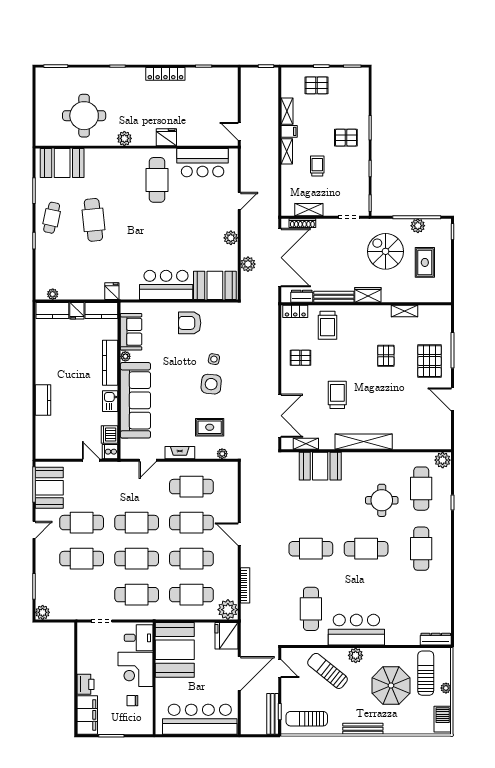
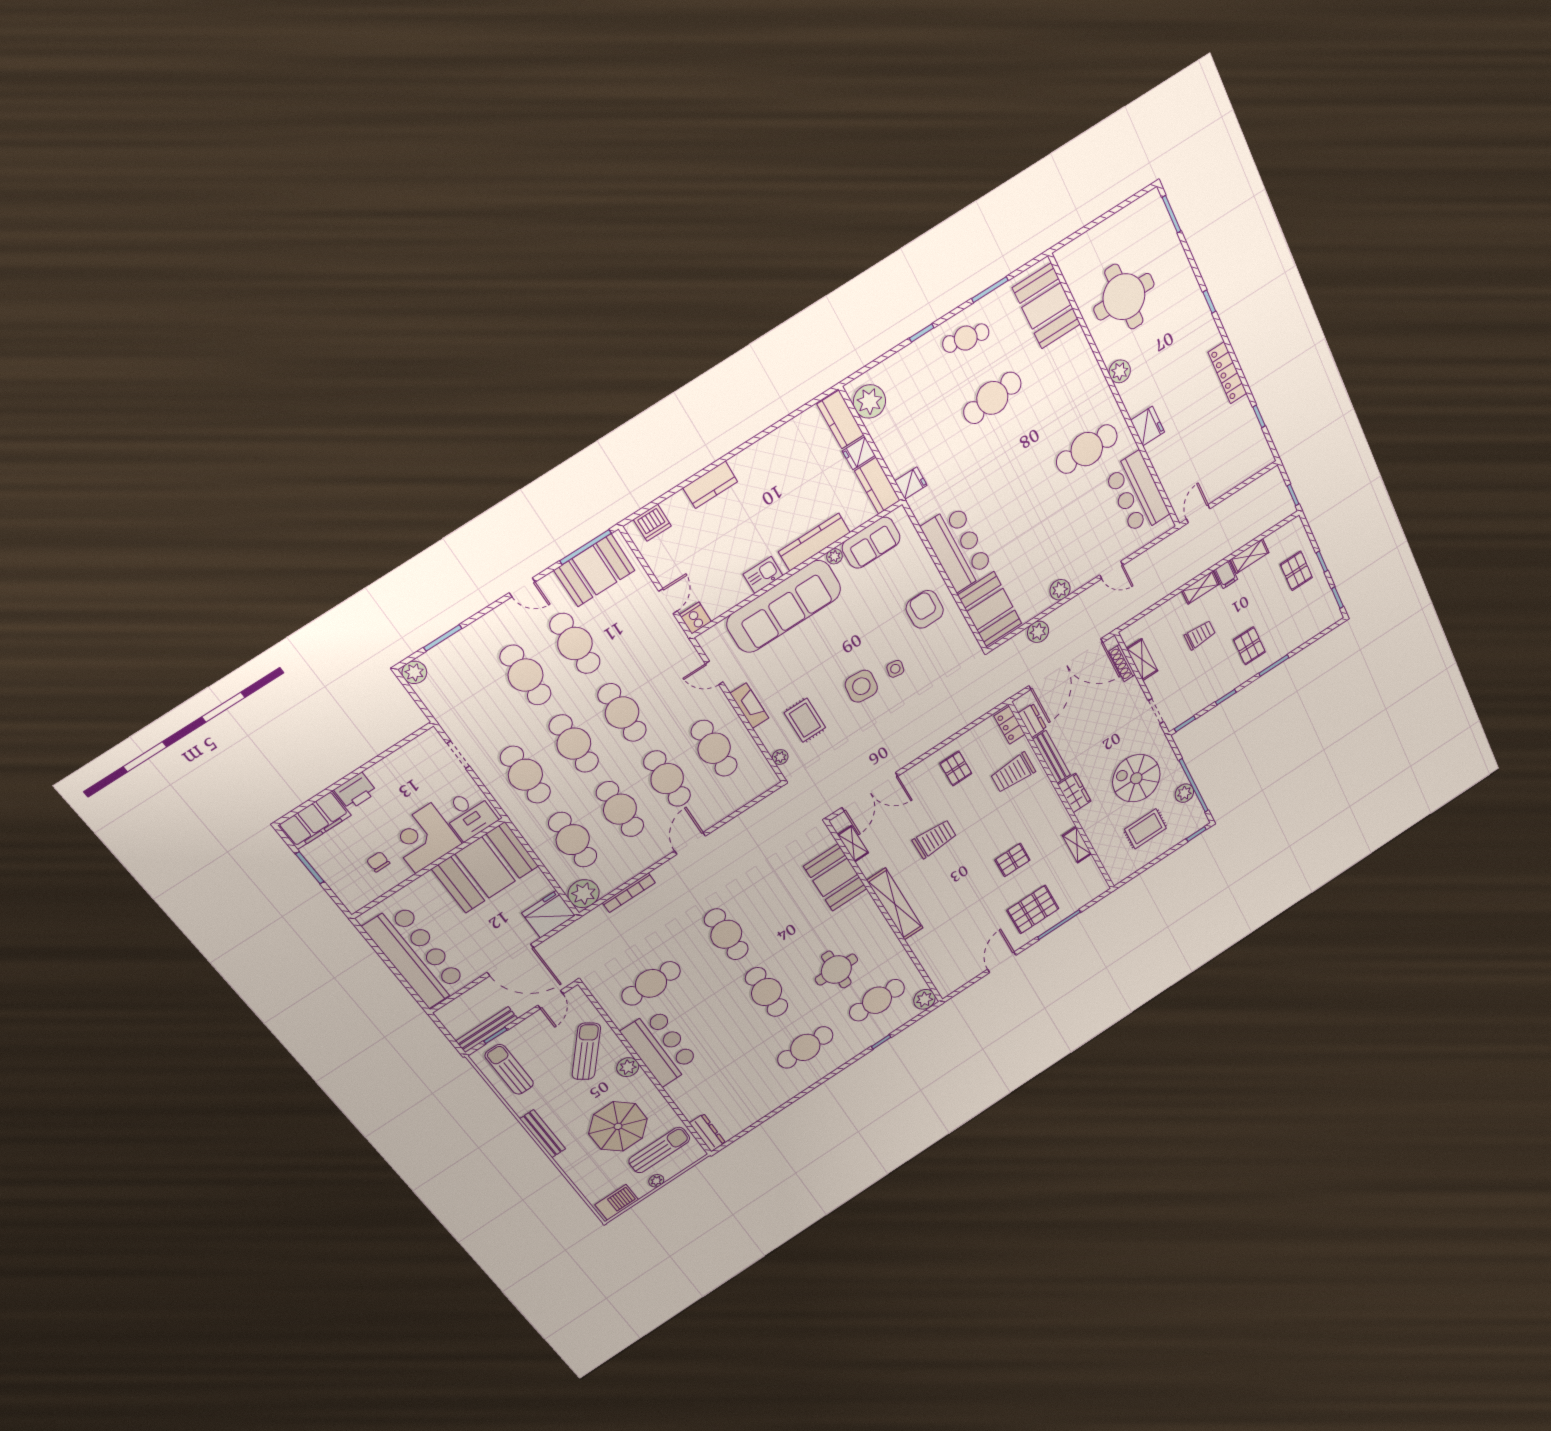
spiral stairs: (386, 251) -> (1136, 778), turned -90
plant: (53, 294) -> (869, 401), width x1.87, depth x1.87
dishwasher: (109, 434) -> (652, 523), moved, turned 180

